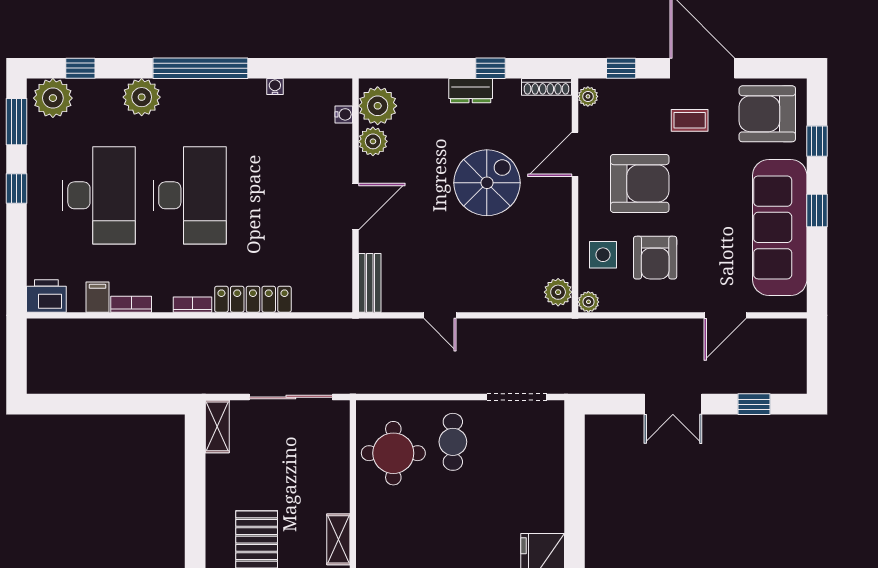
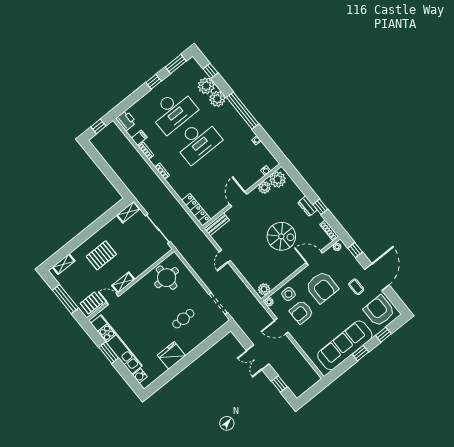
plant: (53, 98) -> (206, 86), moved
door: (355, 207) -> (238, 199), swing flipped
locker: (253, 299) -> (196, 210), moved
door: (725, 315) -> (281, 326), moved
window: (16, 355) -> (98, 126), added
cafe table: (453, 442) -> (183, 319), moved

